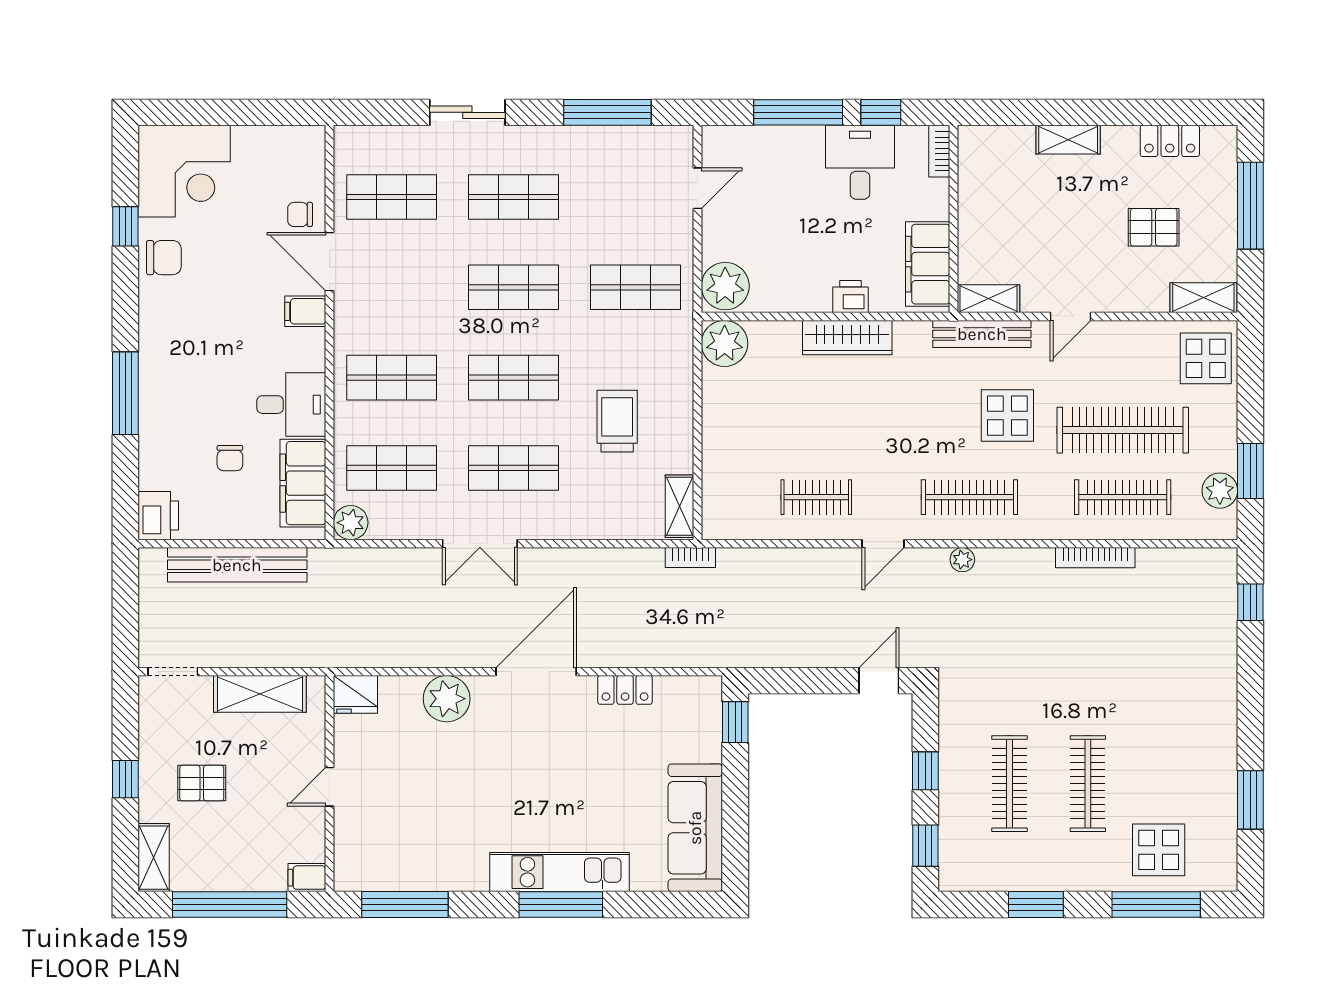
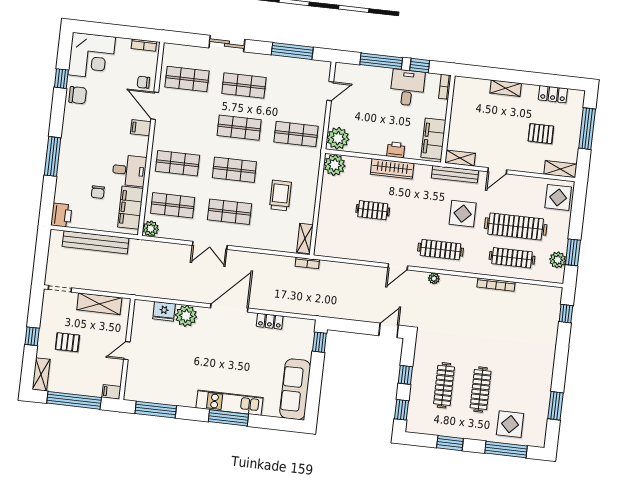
bookcase: (292, 136) -> (144, 45), added
clothes rail: (816, 497) -> (373, 210), moved
fridge: (355, 694) -> (164, 311), moved

